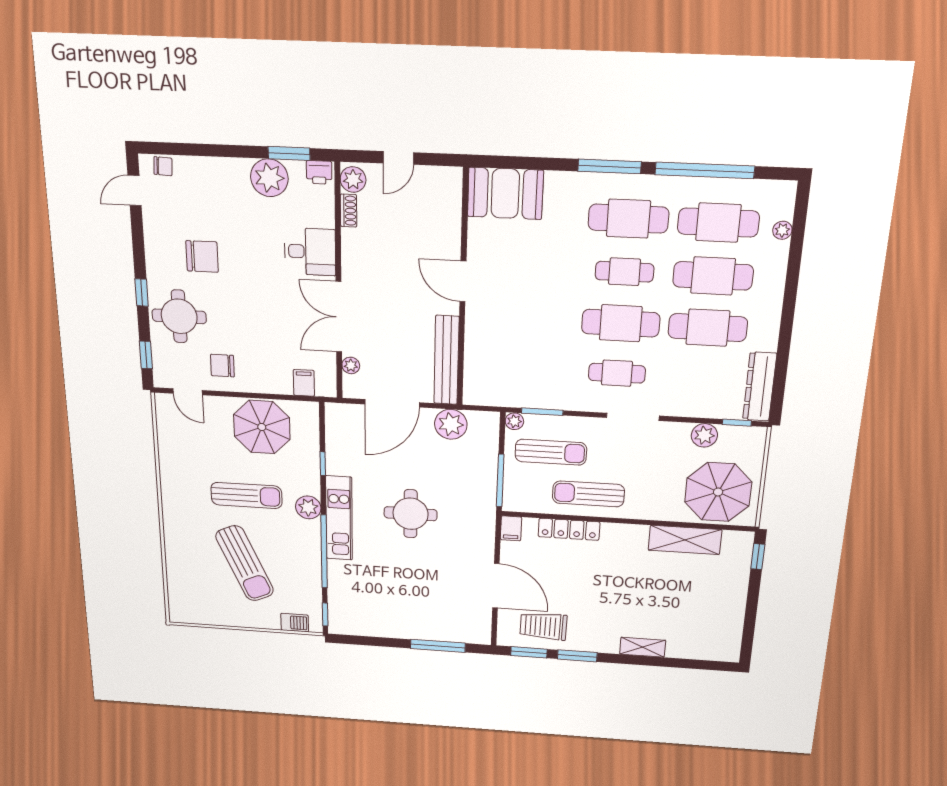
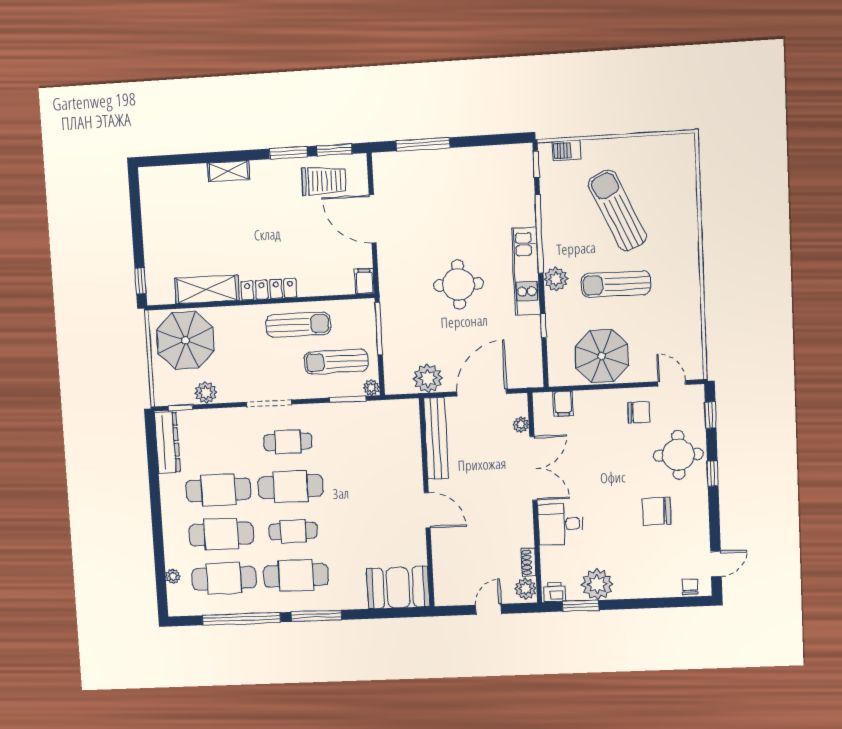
chair: (163, 166) -> (690, 587), turned 87
locker: (569, 529) -> (269, 289), moved

